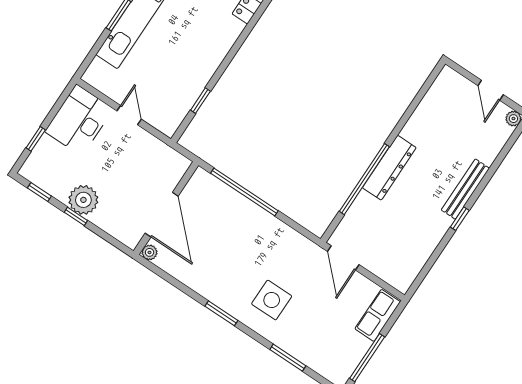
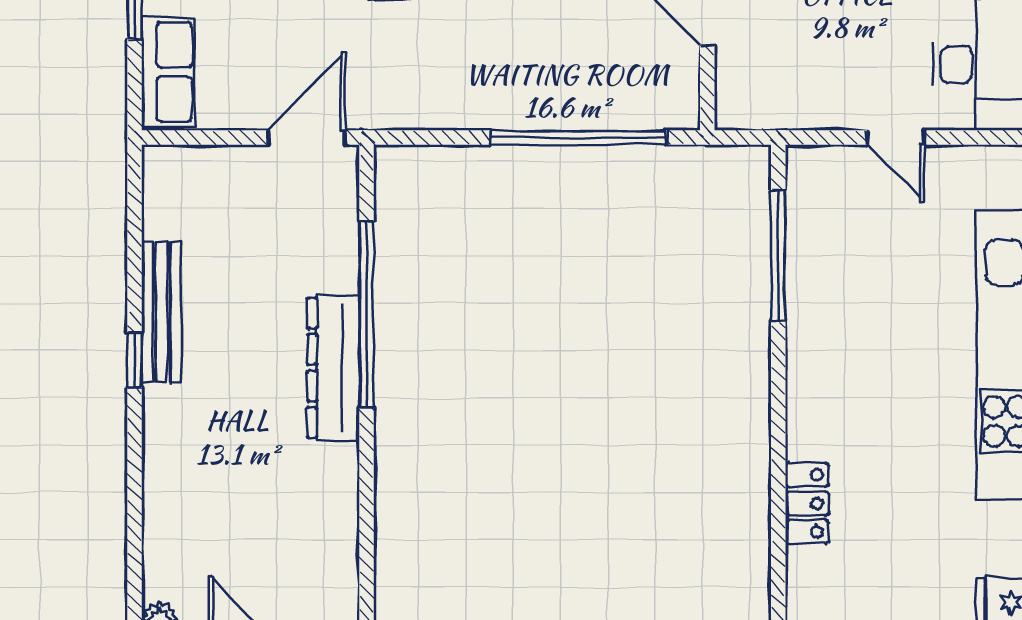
window: (200, 101) -> (778, 256), width x2.17
bench: (465, 189) -> (161, 312), moved
door: (343, 258) -> (306, 138), hinge flipped

